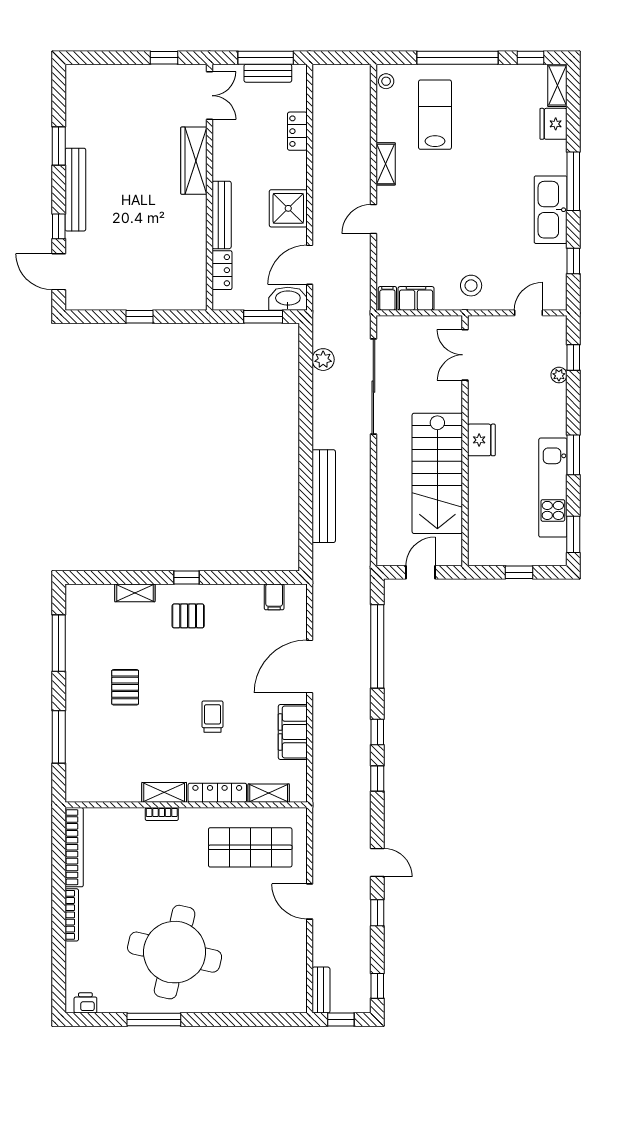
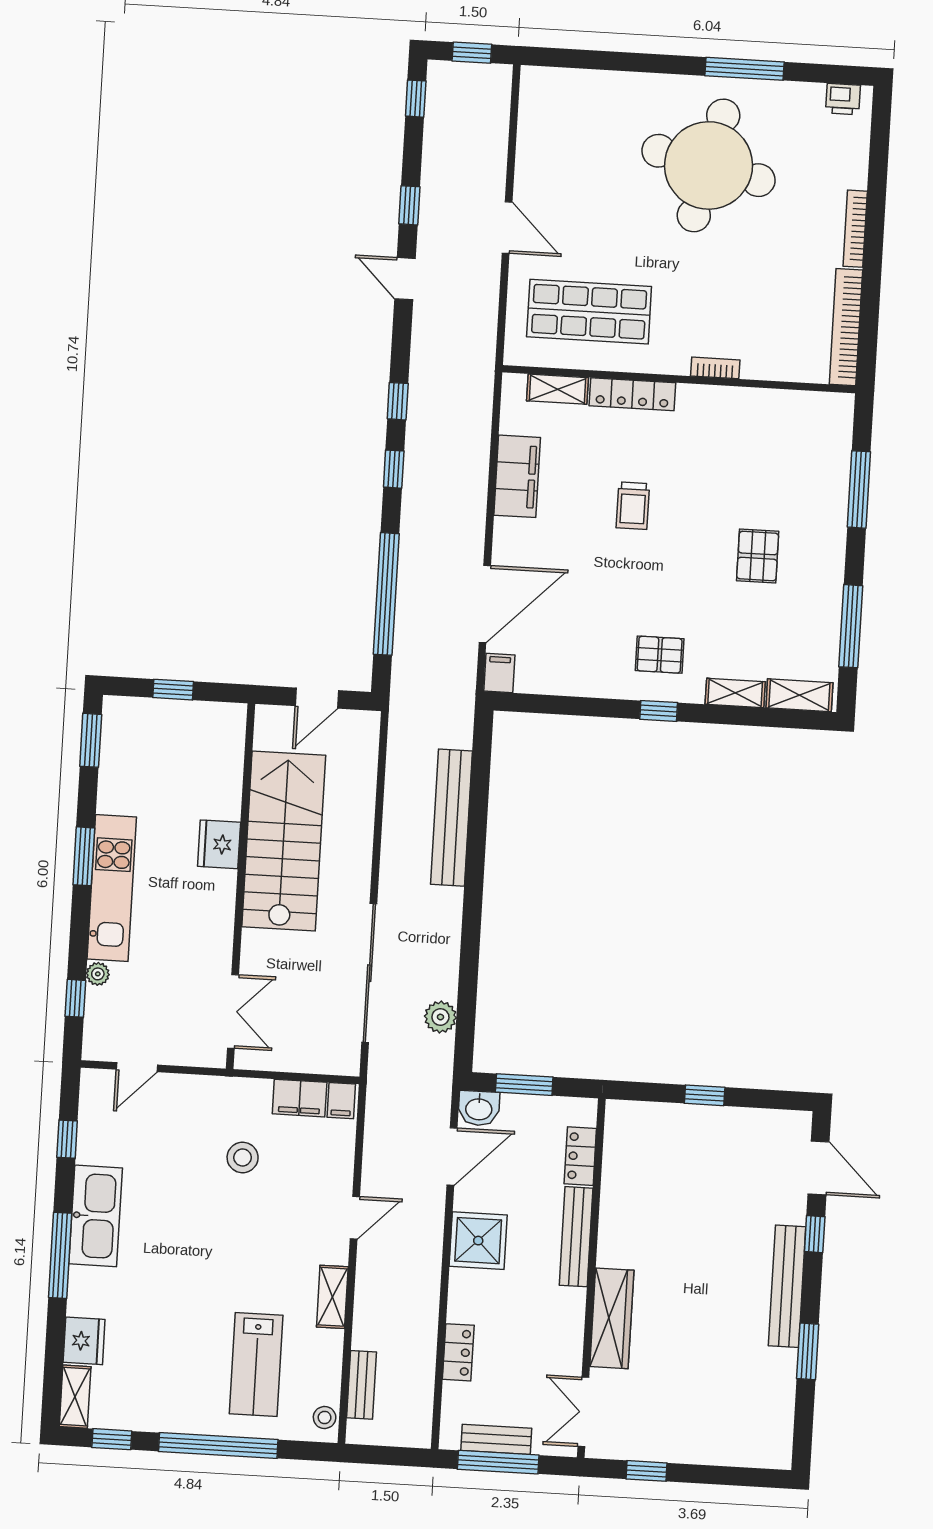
stool: (471, 286) -> (243, 1157), moved
washbasin: (288, 299) -> (479, 1108), width x0.72
fridge: (481, 440) -> (219, 844), moved
kitchen unit: (553, 488) -> (112, 888), moved
filing cabinet: (274, 597) -> (499, 673), moved
door: (310, 667) -> (485, 604), moved
shelving: (164, 792) -> (799, 695), moved
bench: (321, 990) -> (362, 1385), moved

